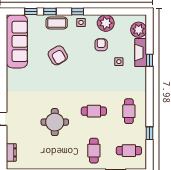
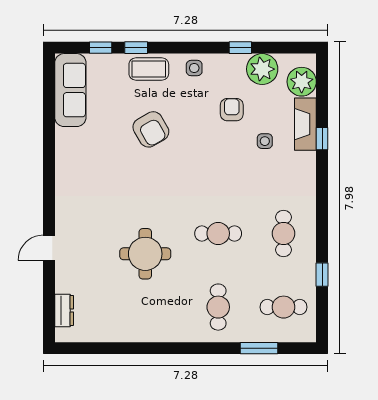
window: (78, 12) -> (240, 48), moved
plant: (106, 23) -> (262, 69), moved
sofa: (17, 41) -> (70, 90), width x0.74, depth x0.79

